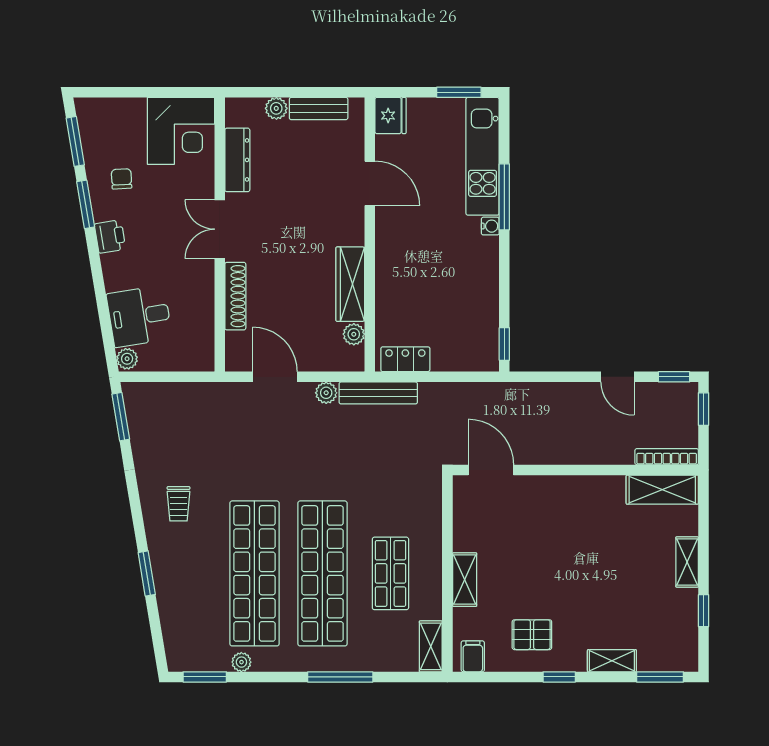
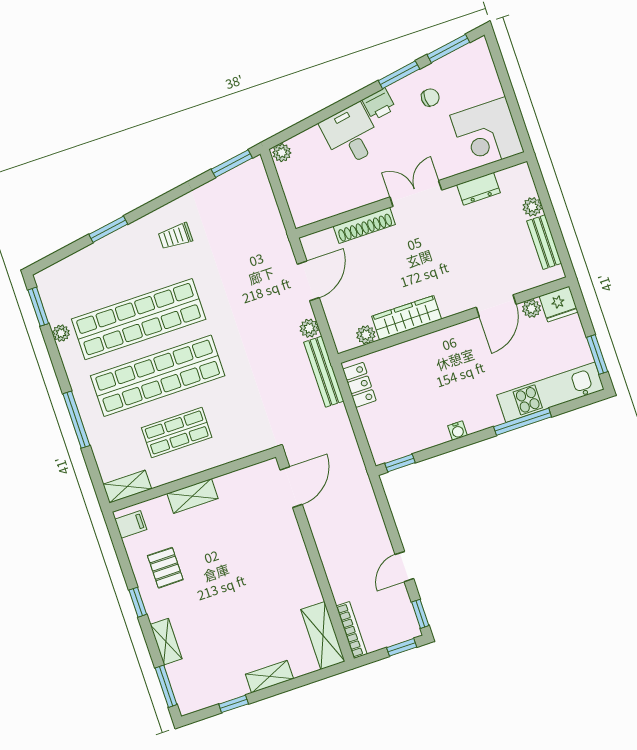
plant: (386, 146) -> (531, 309), added
dresser: (237, 160) -> (478, 189), width x0.70
water cooler: (490, 226) -> (458, 431), moved
desk: (139, 316) -> (351, 135), moved

